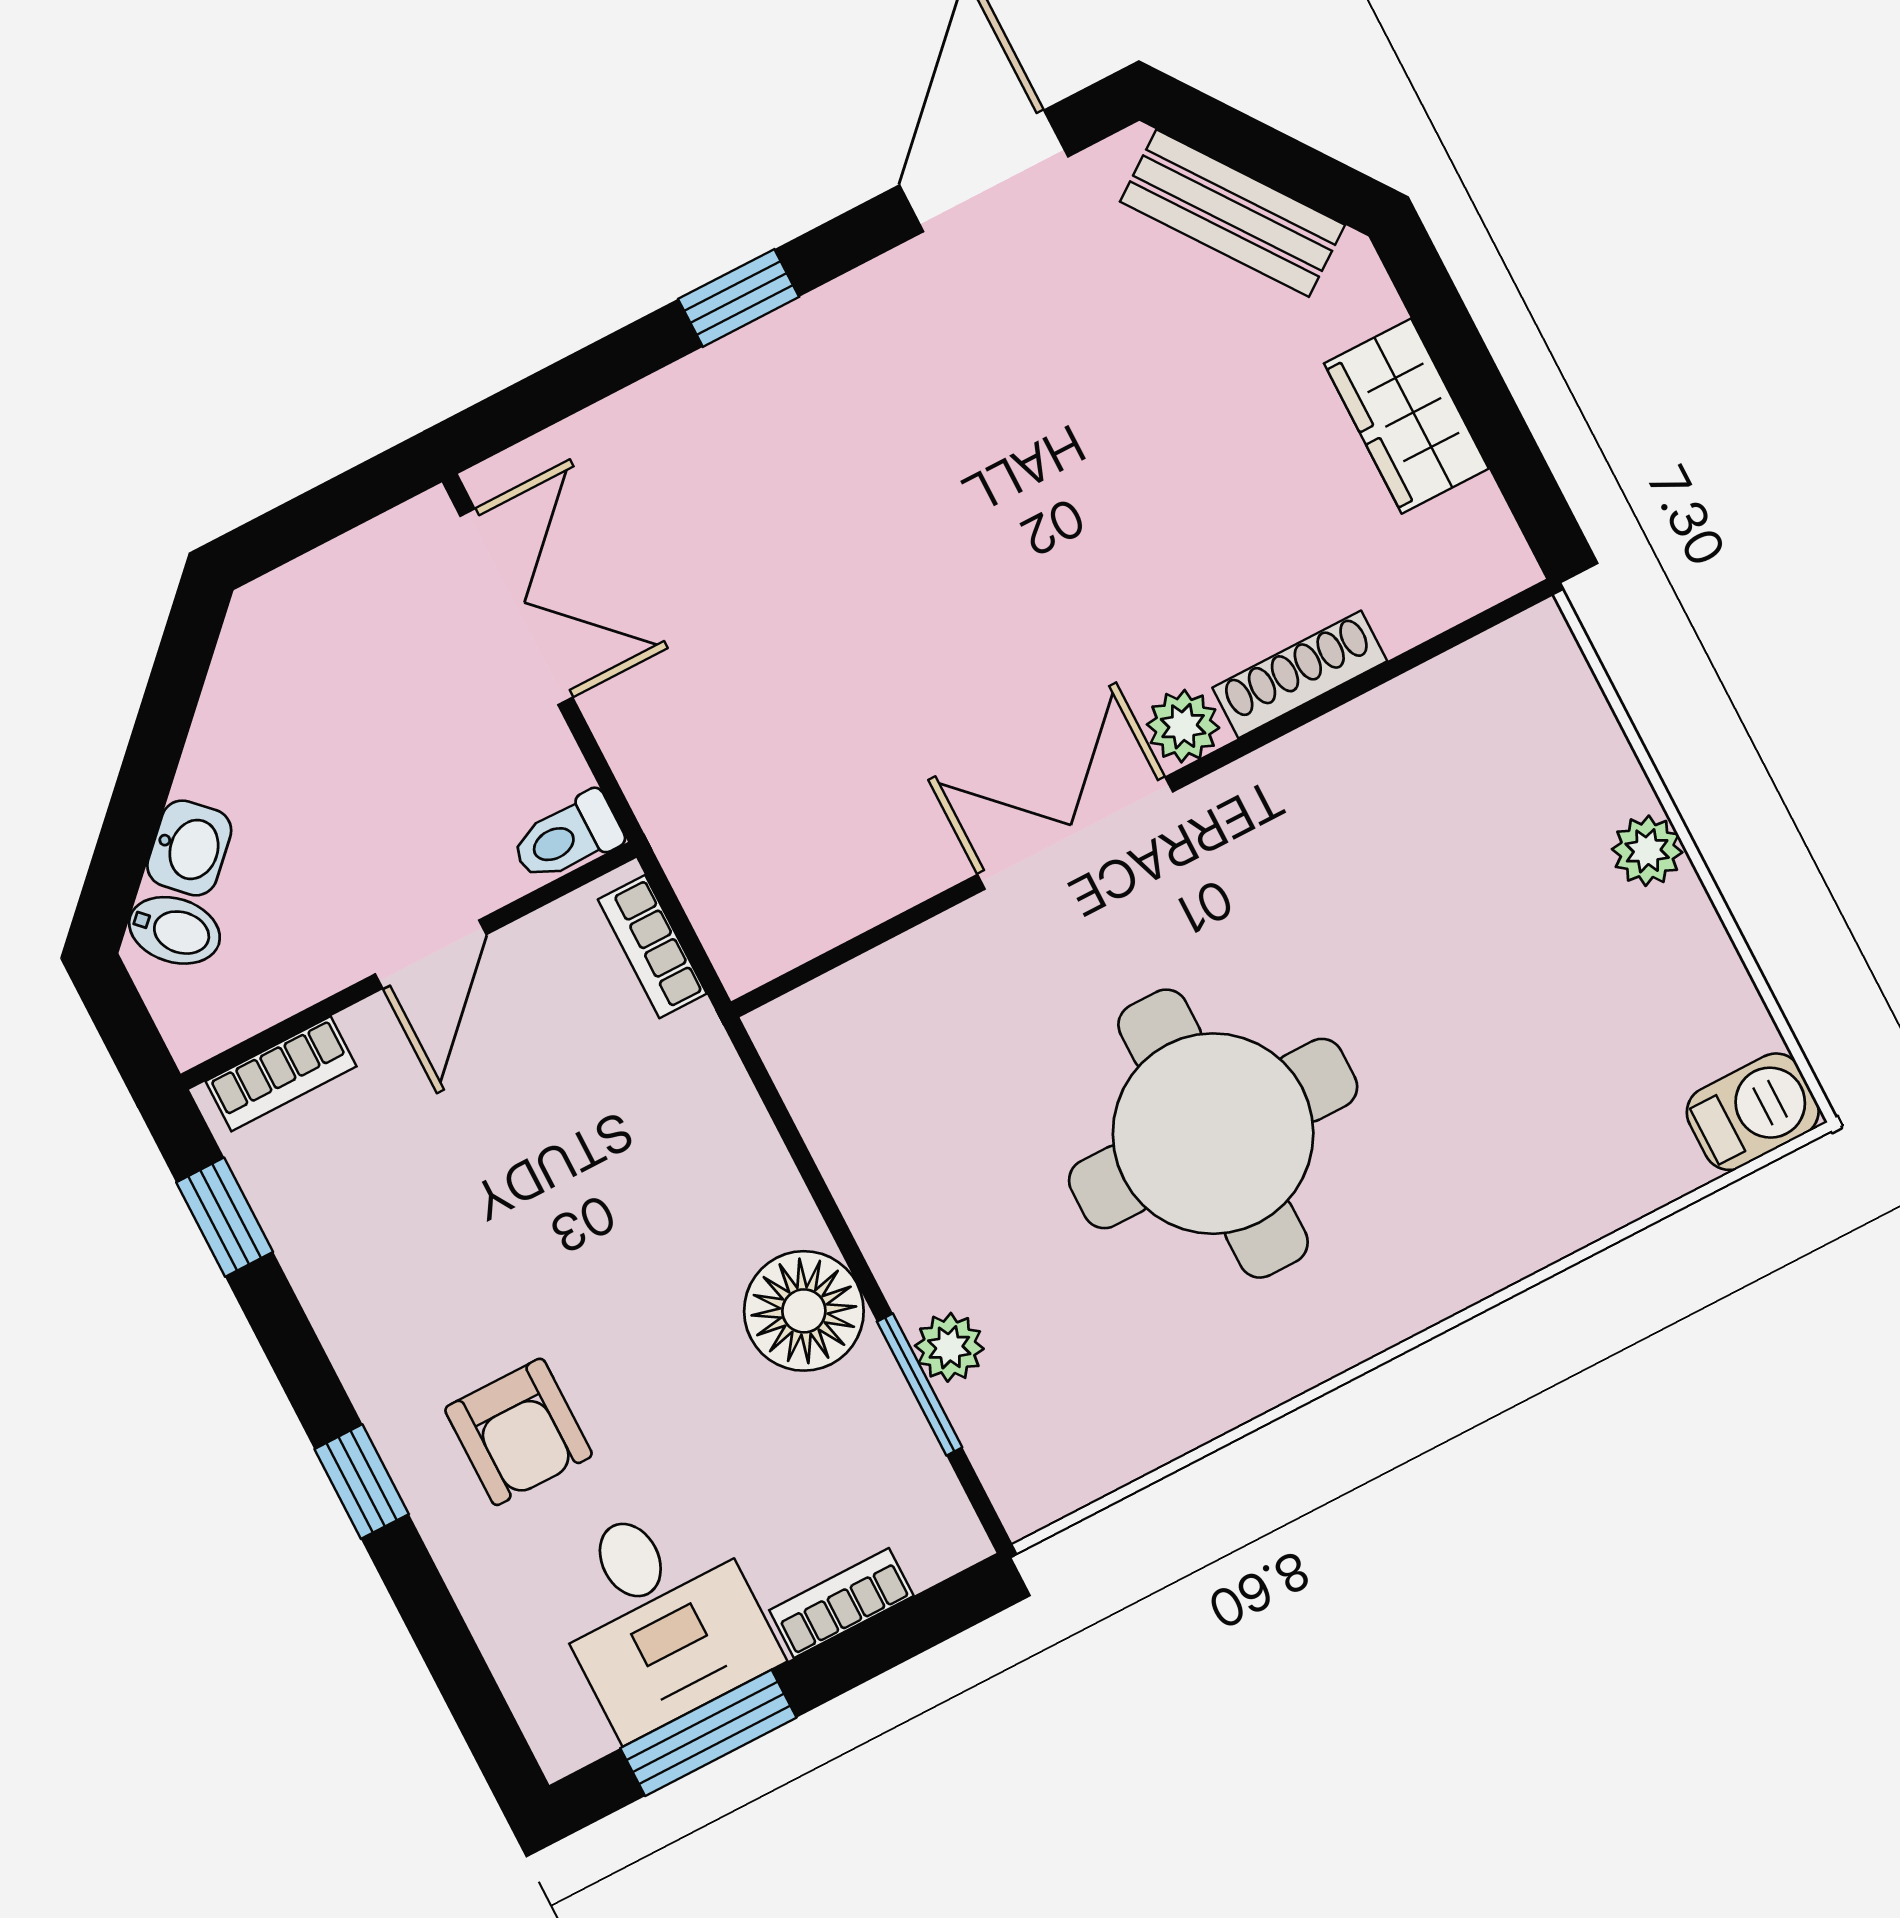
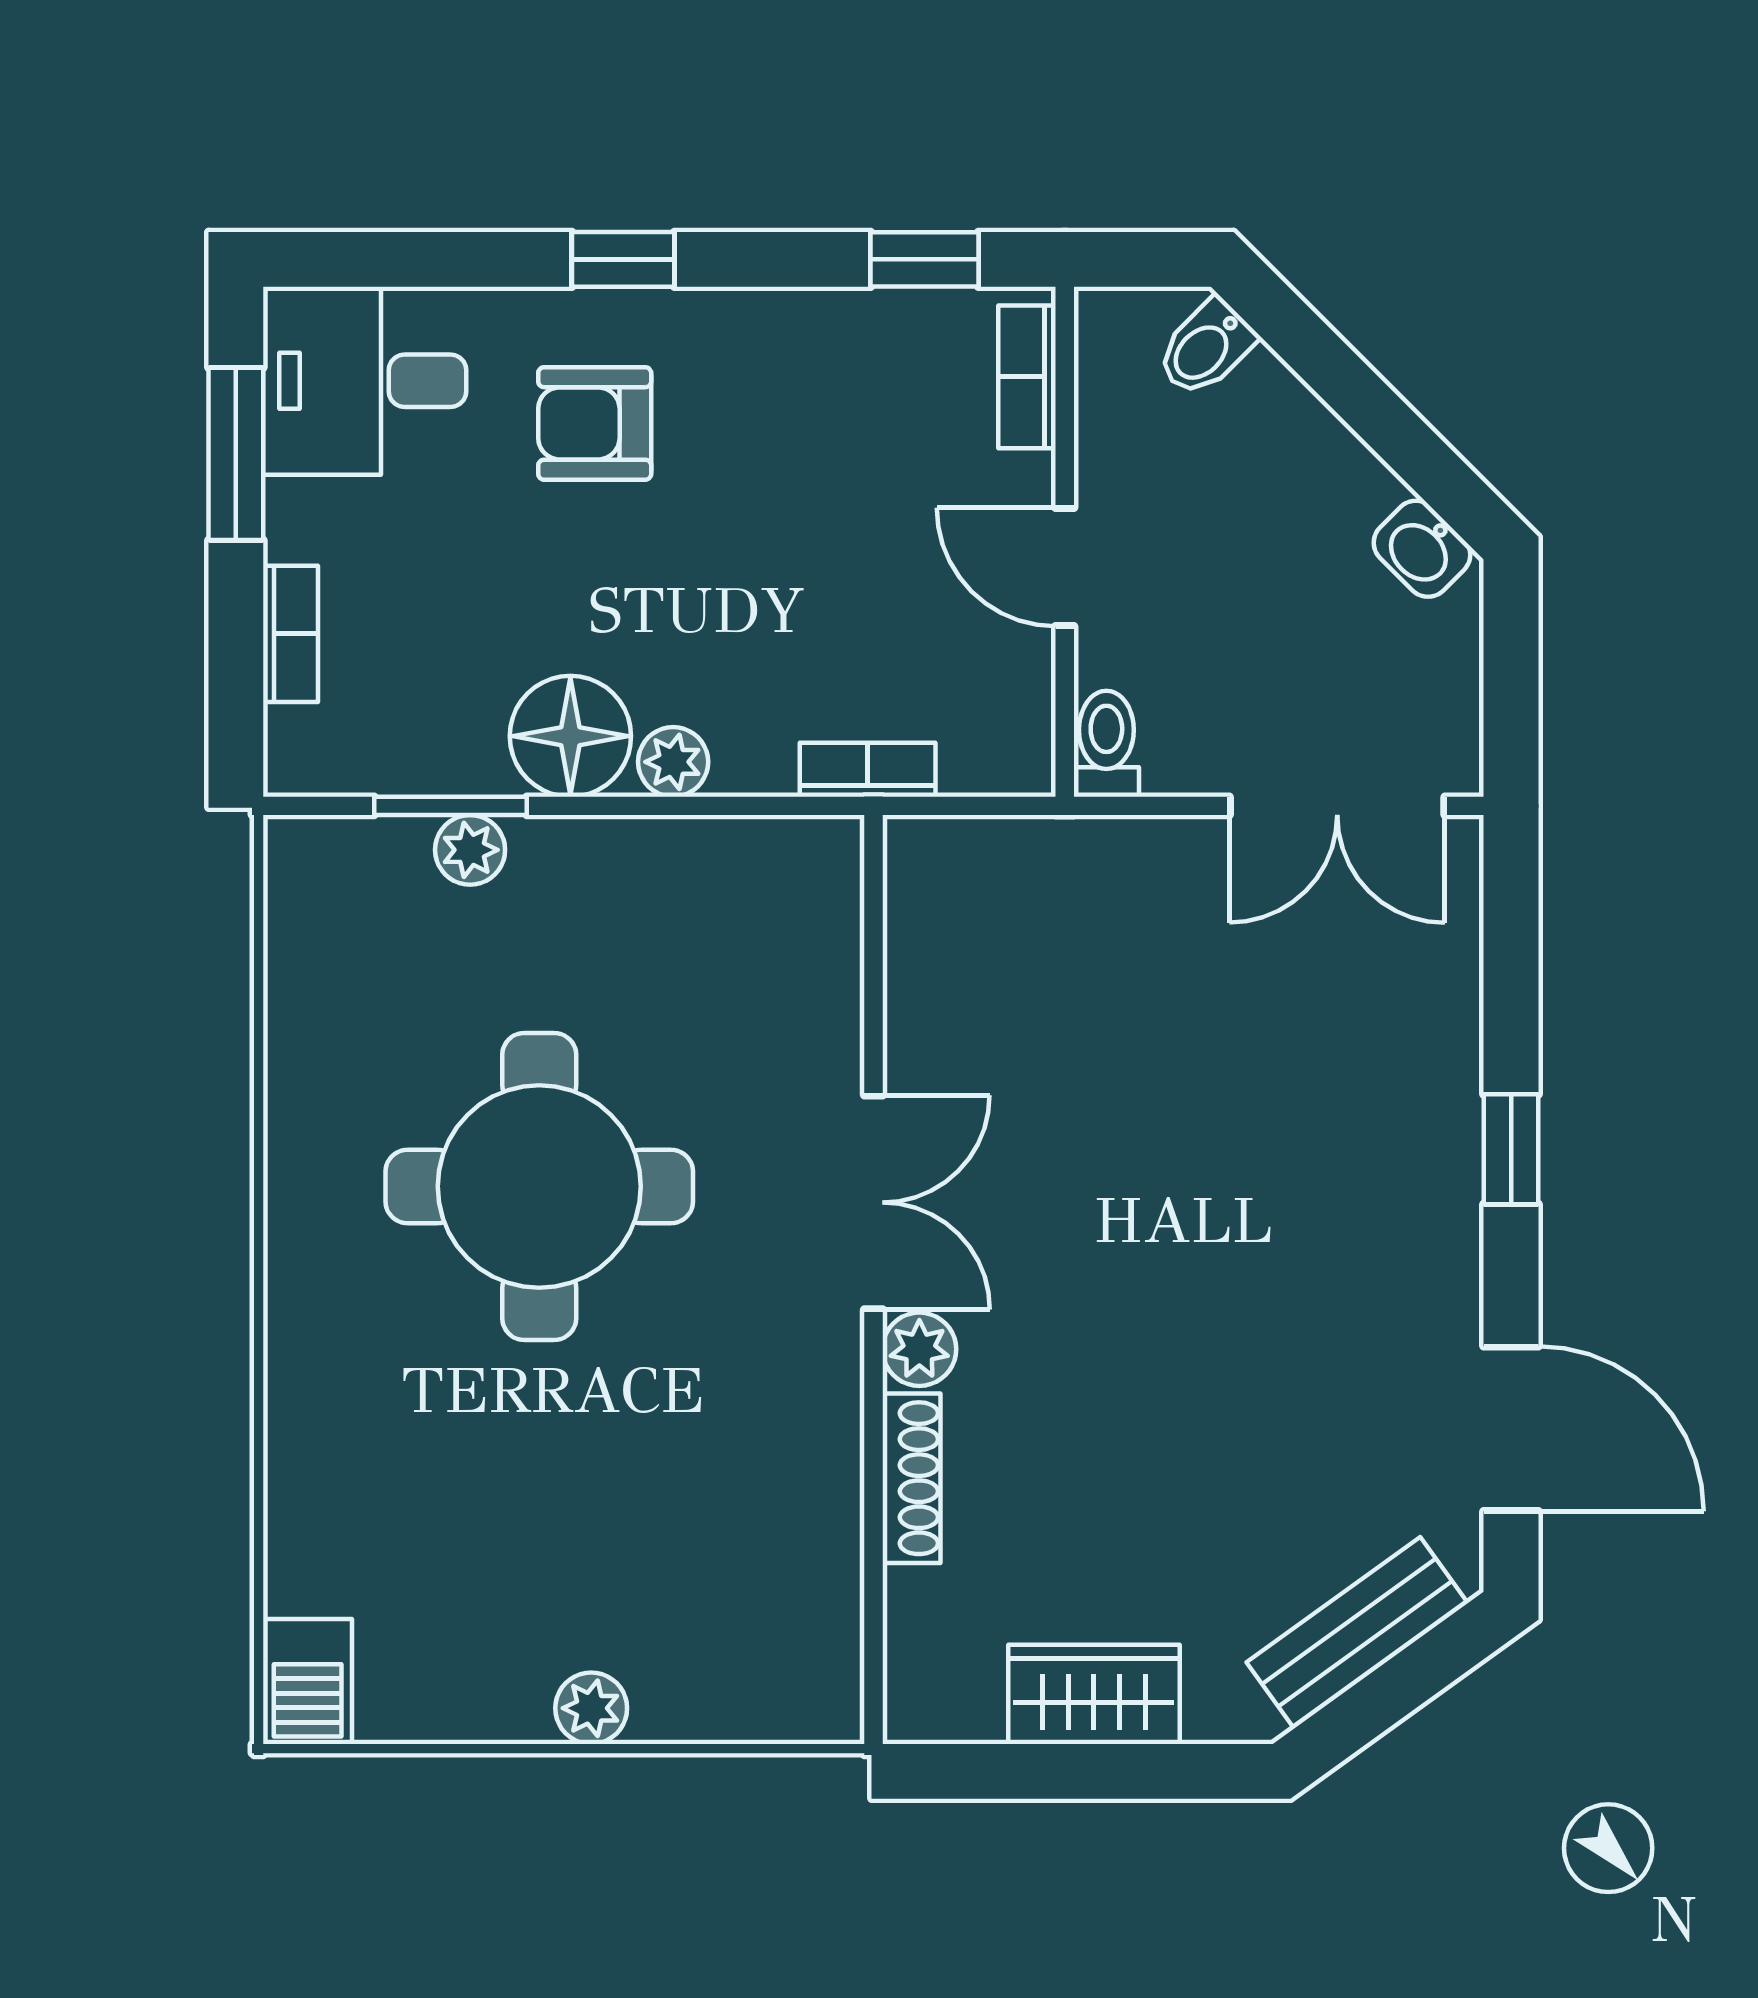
washbasin: (189, 848) -> (1422, 549), moved
bookcase: (652, 947) -> (868, 770), moved
plant: (780, 1209) -> (673, 762), added
desk: (659, 1615) -> (365, 381), moved

